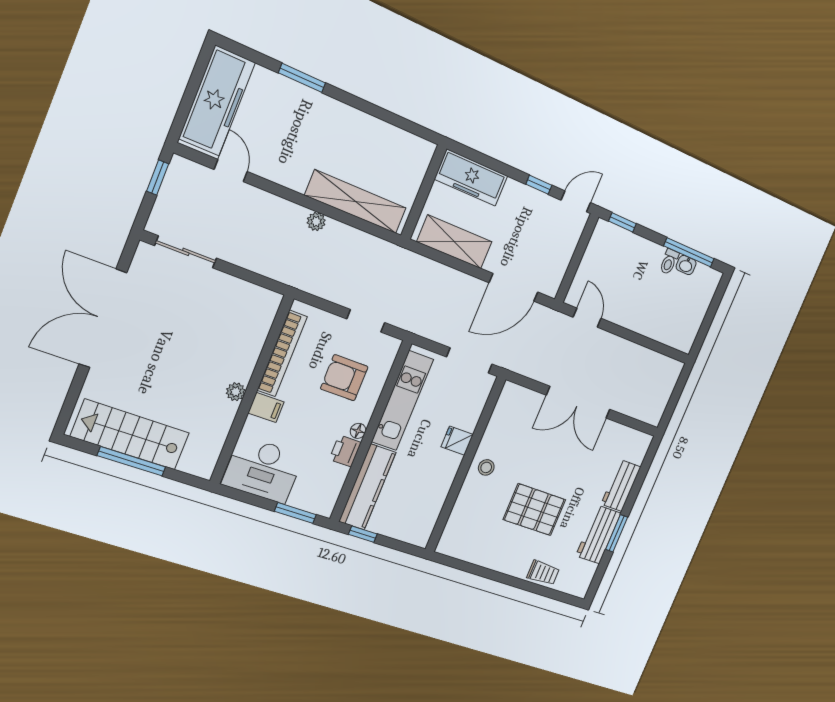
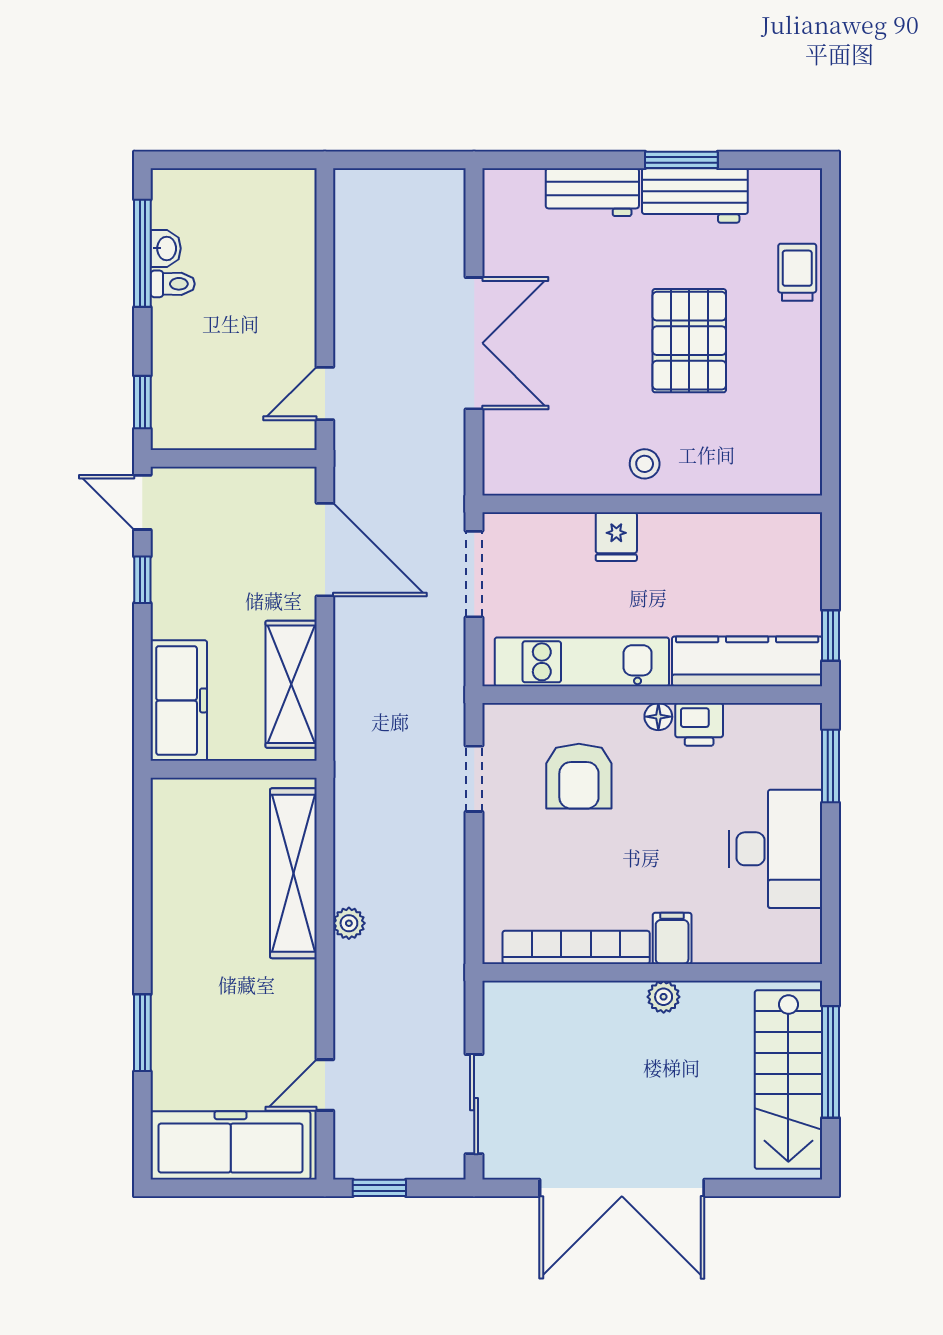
bookcase: (282, 353) -> (576, 947), moved
wall: (252, 390) -> (652, 972), moved
plant: (236, 392) -> (664, 997), moved
filing cabinet: (266, 407) -> (672, 938), moved

